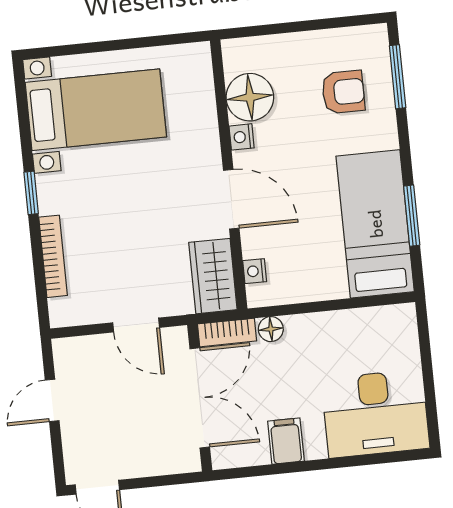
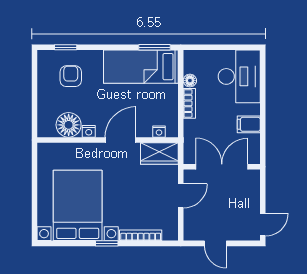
window: (398, 77) -> (66, 47), width x0.67
bed with nightstands: (96, 110) -> (78, 205), width x1.36
window: (412, 216) -> (155, 47), moved
floor lamp: (271, 329) -> (190, 81), moved
bookcase: (227, 332) -> (189, 103), moved

